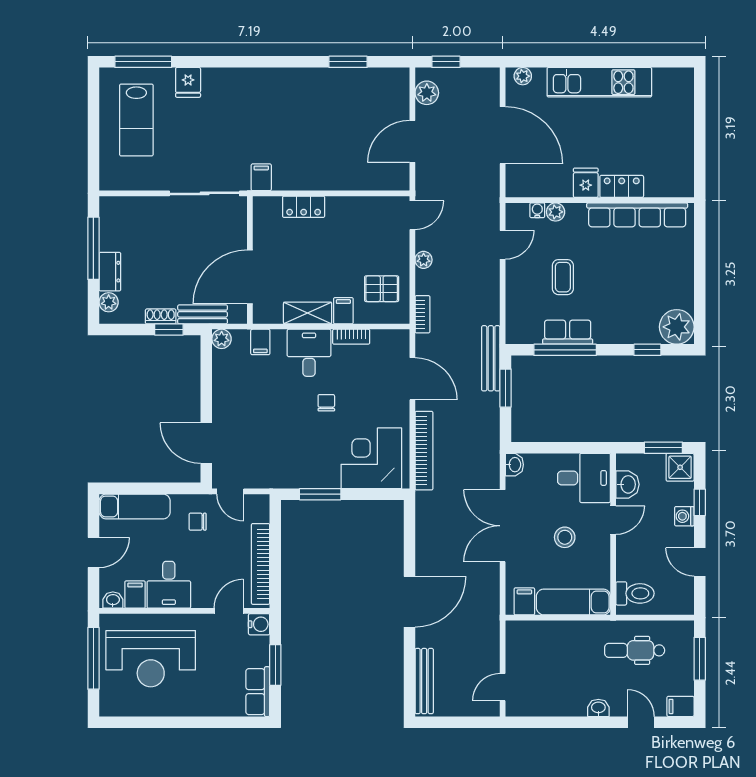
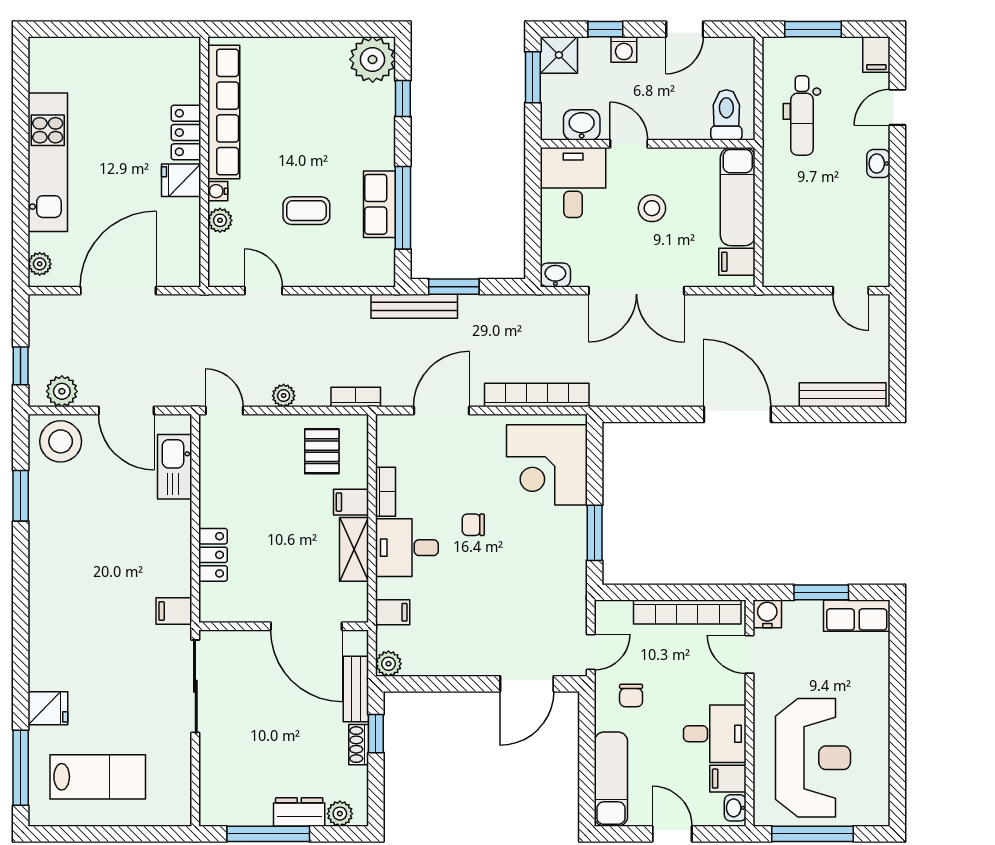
stool: (389, 92) -> (61, 441), added
kitchen sink: (370, 178) -> (175, 467), added
water cooler: (537, 210) -> (218, 191), moved

